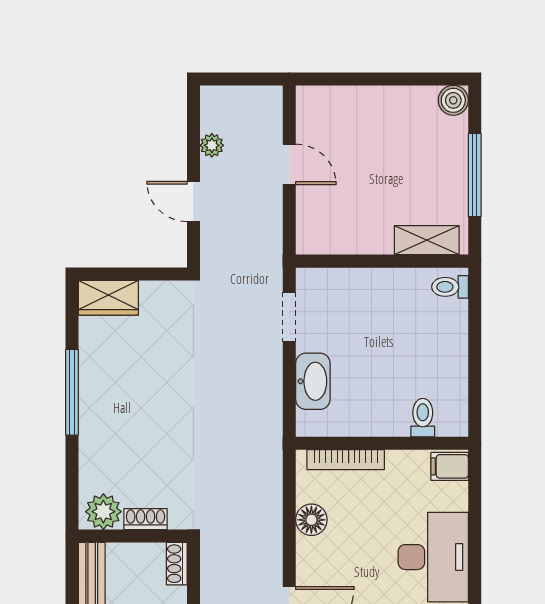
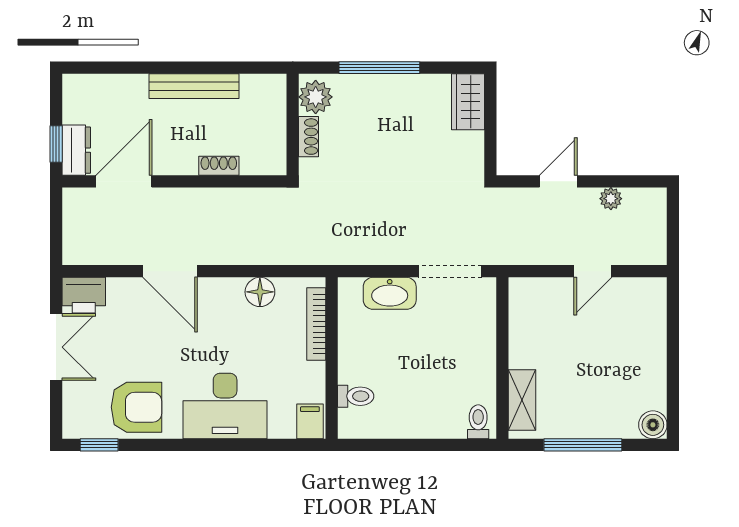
doorway: (289, 317) -> (450, 271), width x1.38
plant: (103, 512) -> (316, 97), moved
shoe rack: (146, 519) -> (308, 137), moved
wall: (133, 536) -> (293, 124), moved

